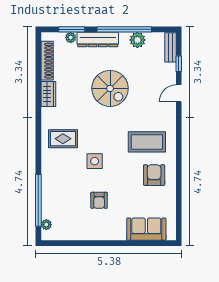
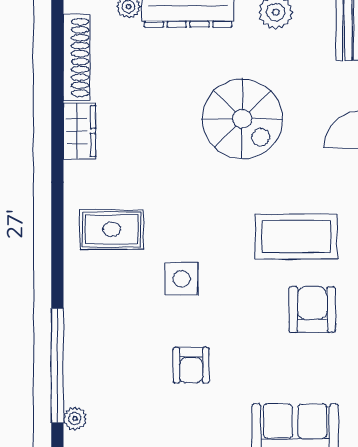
spiral stairs: (110, 88) -> (242, 119), moved

